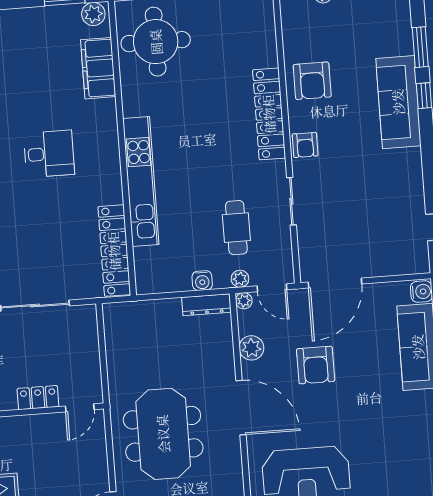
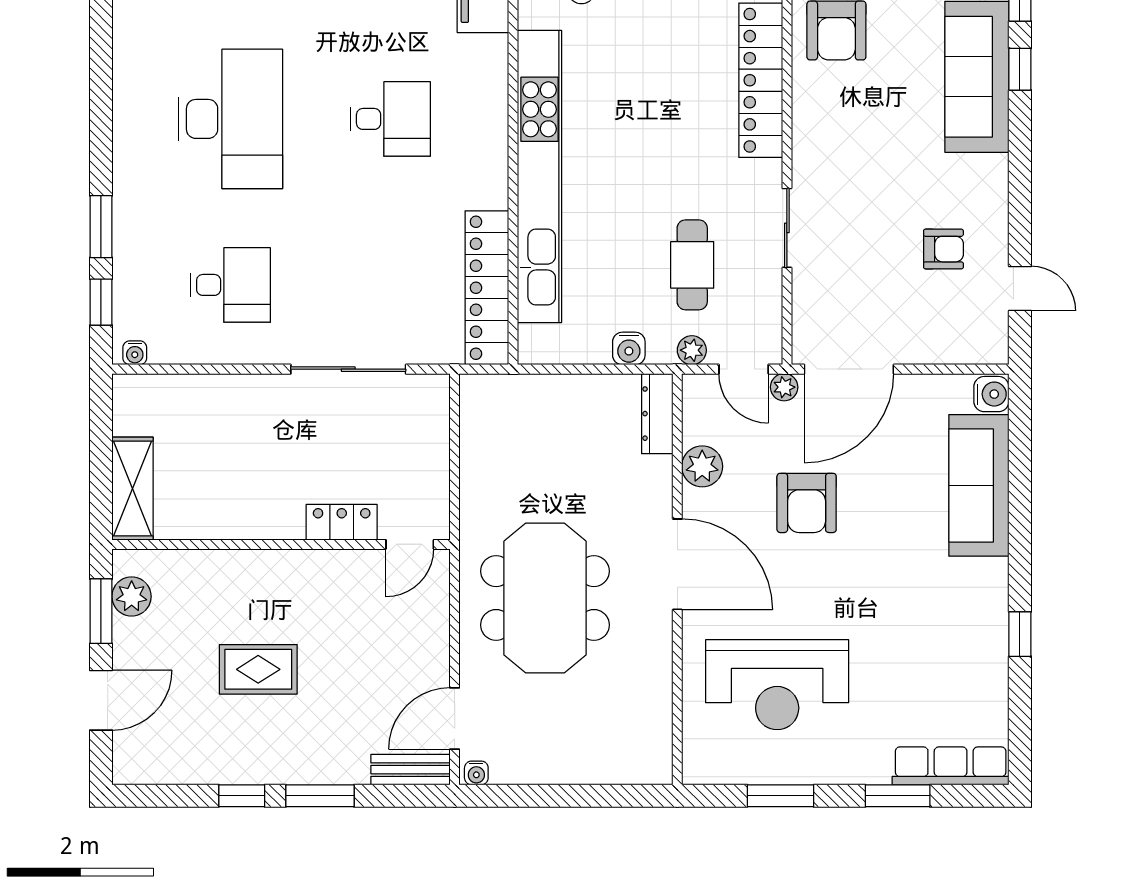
armchair: (305, 145) -> (943, 249), moved, turned -90
kitchen unit: (141, 182) -> (539, 176), width x1.36
plant: (244, 301) -> (784, 387), moved
dresser: (206, 305) -> (657, 414), moved, turned 90

